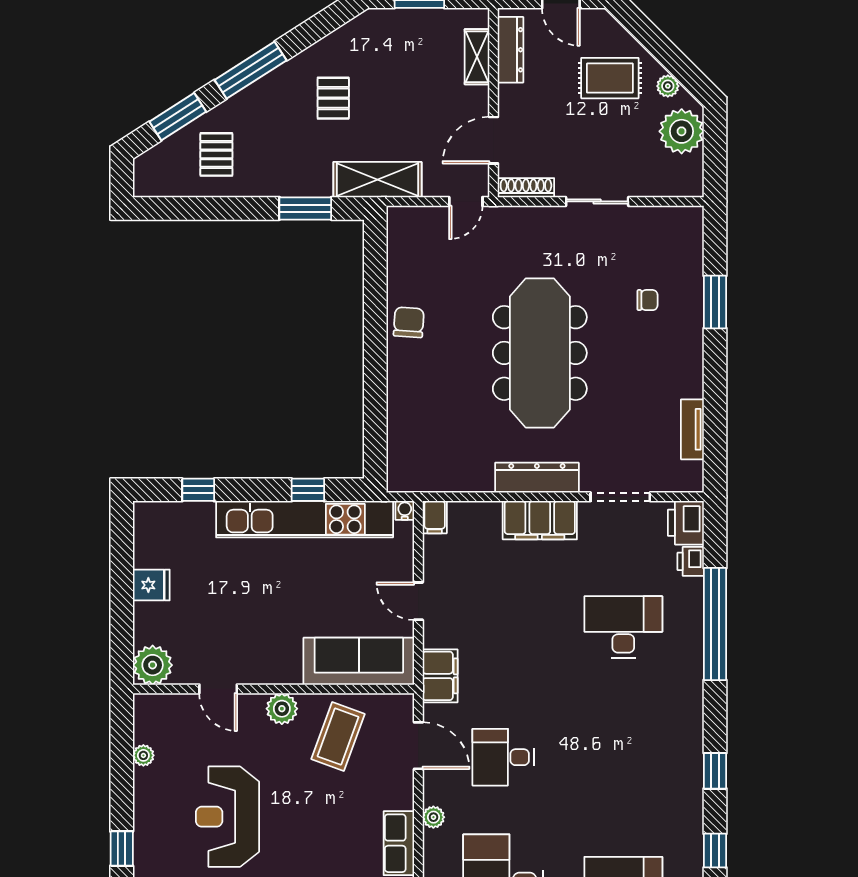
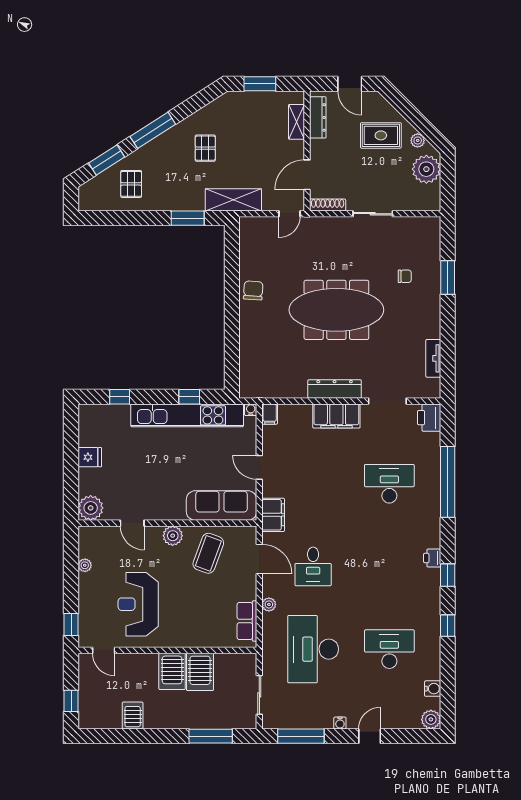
meeting table: (540, 353) -> (336, 310), turned 90
printer: (691, 561) -> (432, 558), moved
desk: (503, 757) -> (313, 566), turned -90

